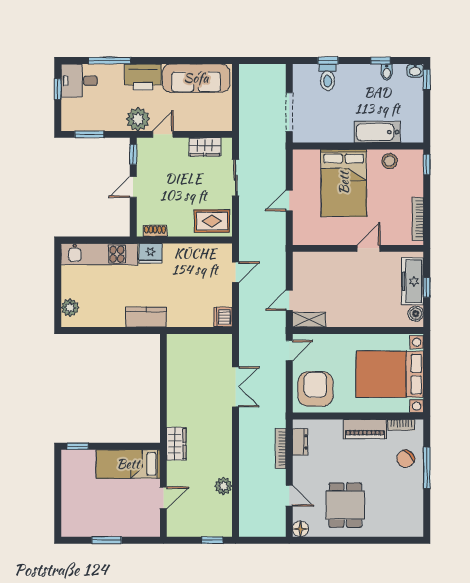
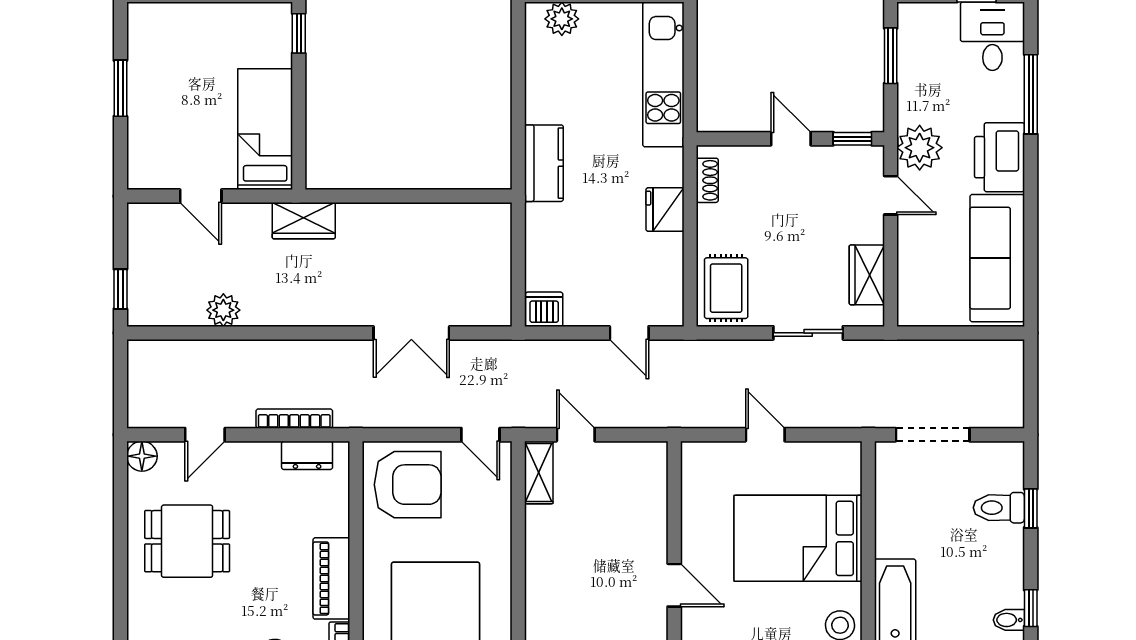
fridge: (150, 253) -> (665, 210), moved

